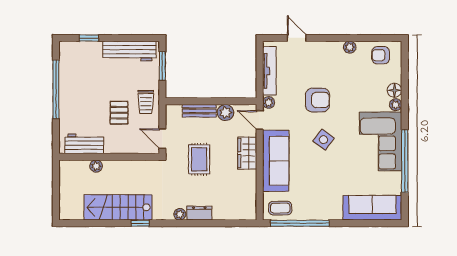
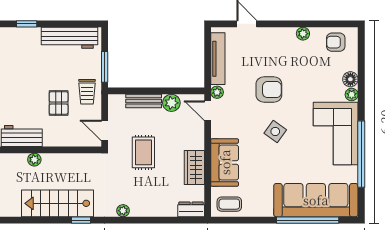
window: (162, 66) -> (105, 67), moved
wardrobe: (247, 153) -> (194, 167), moved
sofa: (276, 161) -> (225, 162), width x0.73
sofa: (372, 208) -> (316, 200), width x1.36, depth x1.27
dresser: (199, 213) -> (191, 209), moved
window: (300, 223) -> (308, 220), moved

